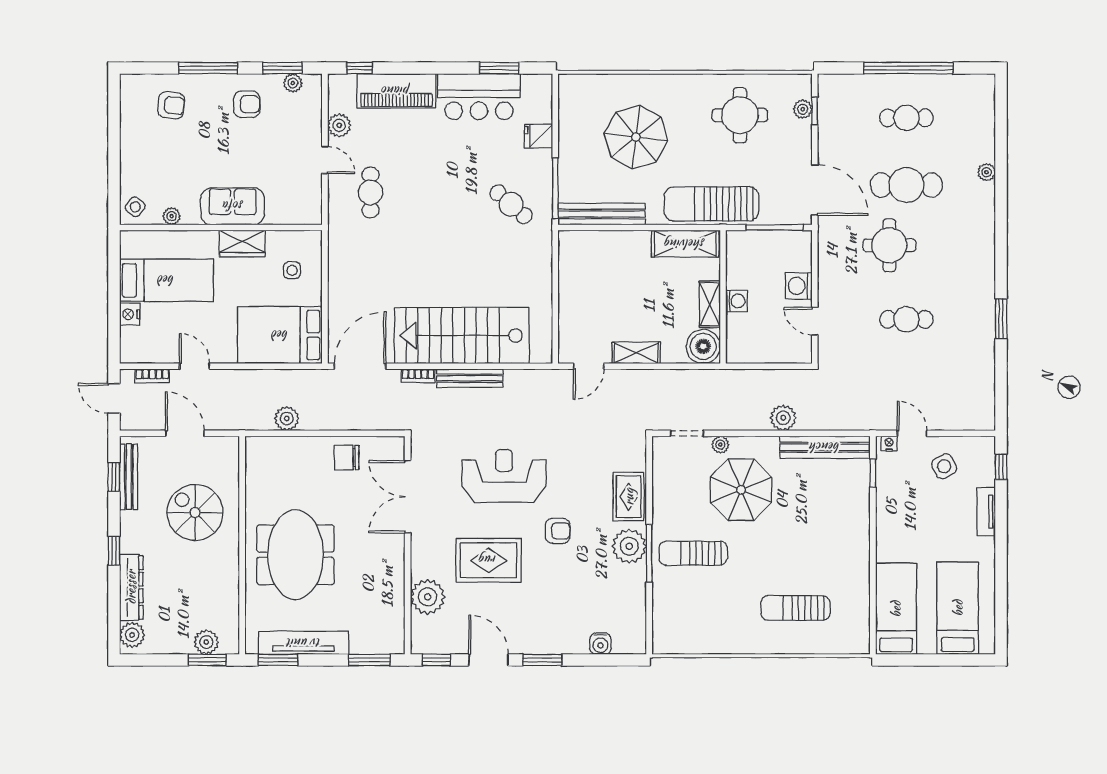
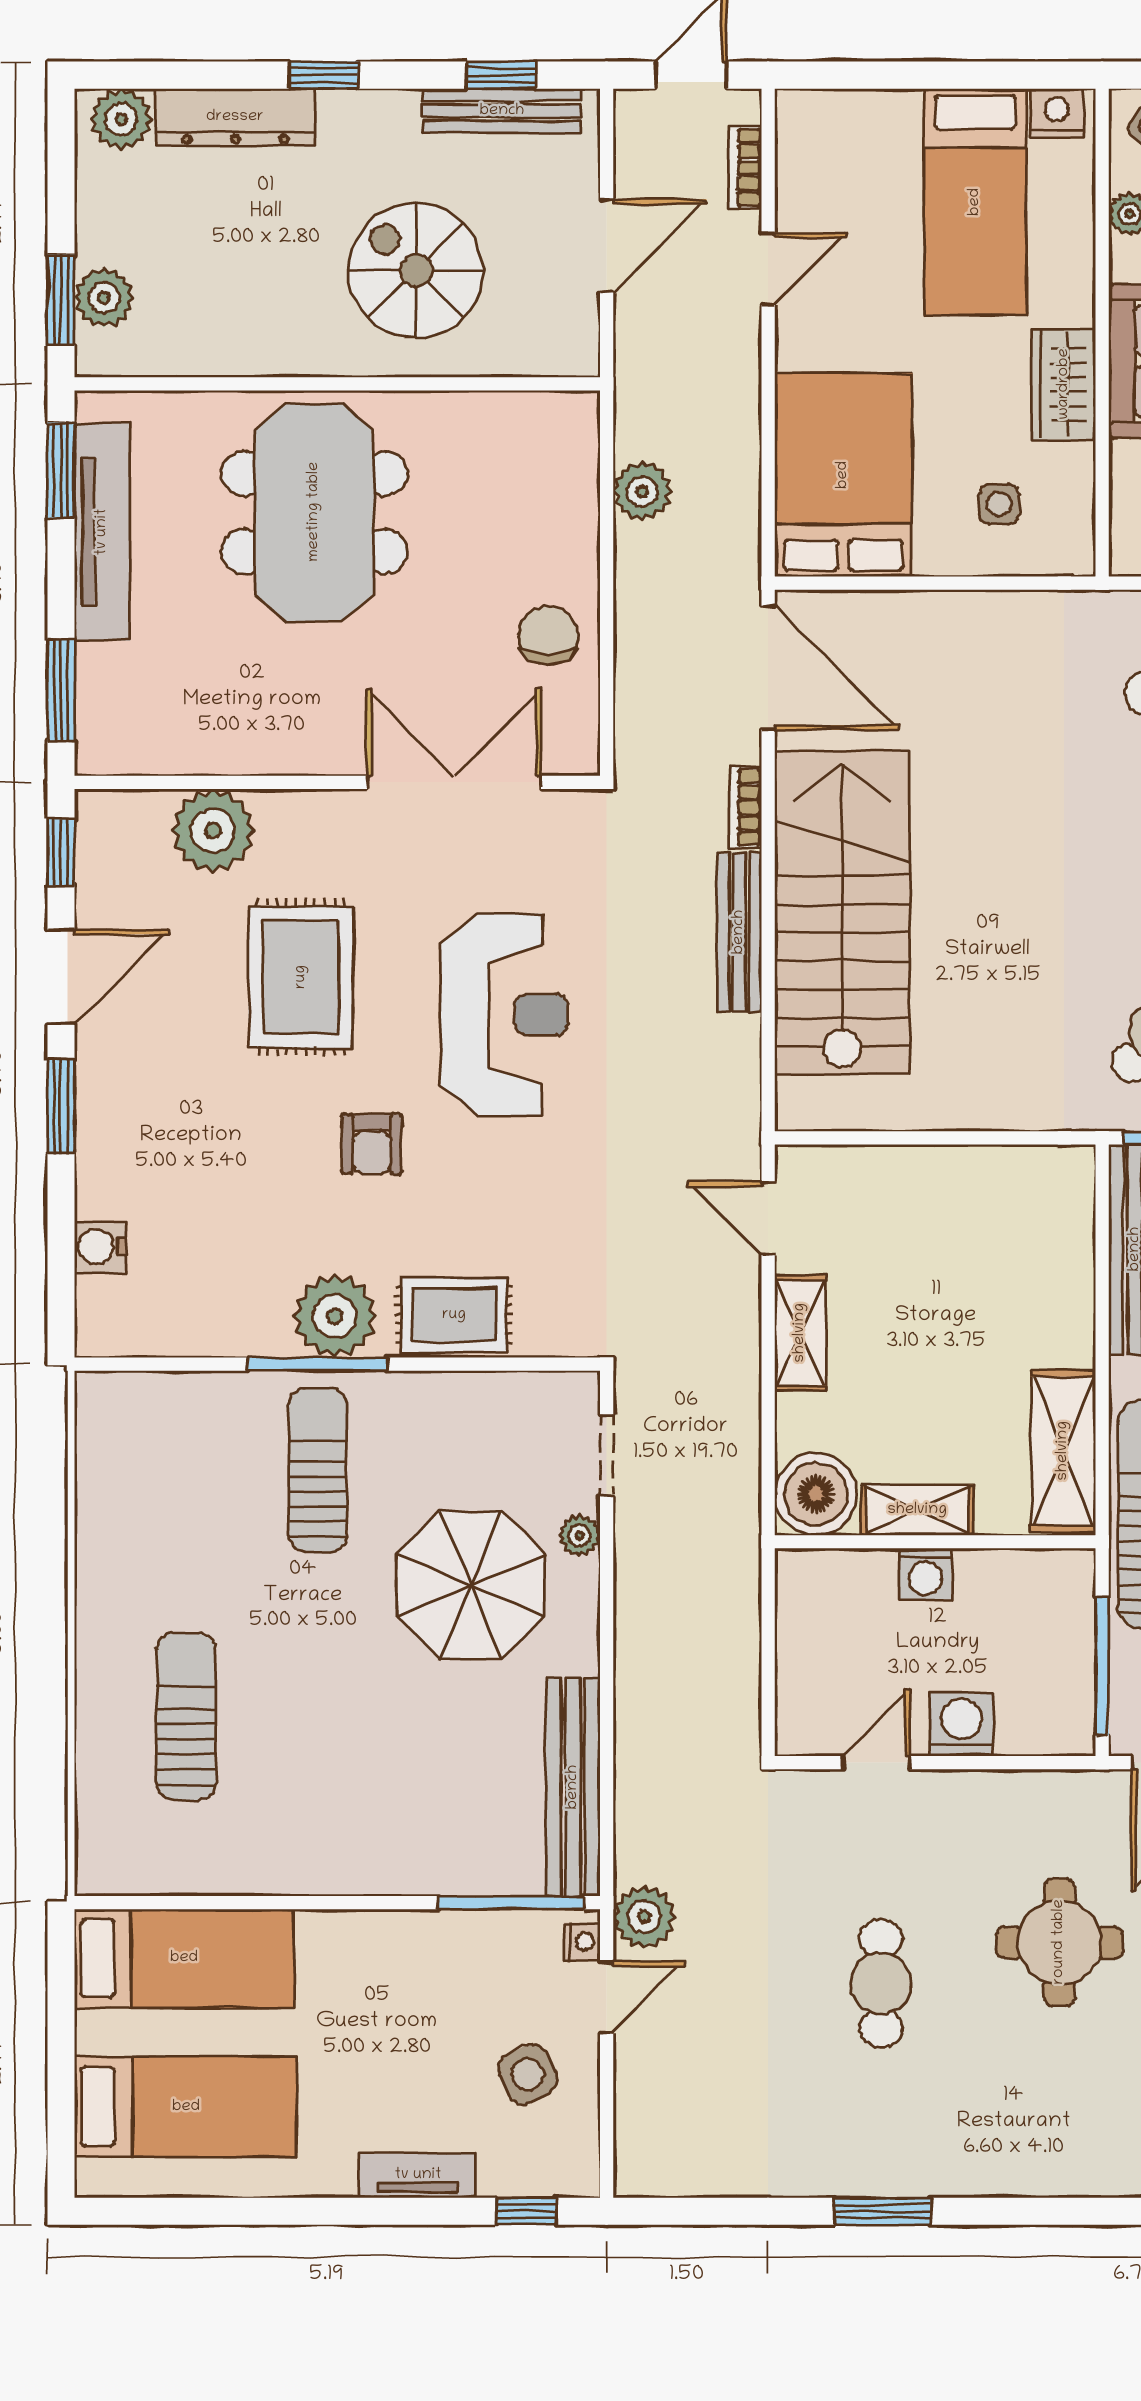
nightstand: (130, 314) -> (1057, 113), moved
plant: (783, 418) -> (644, 1917), moved
window: (873, 473) -> (511, 1903), width x2.17
spiral stairs: (195, 513) -> (416, 270), turned -90
meeting table: (295, 555) -> (314, 512), turned 90

